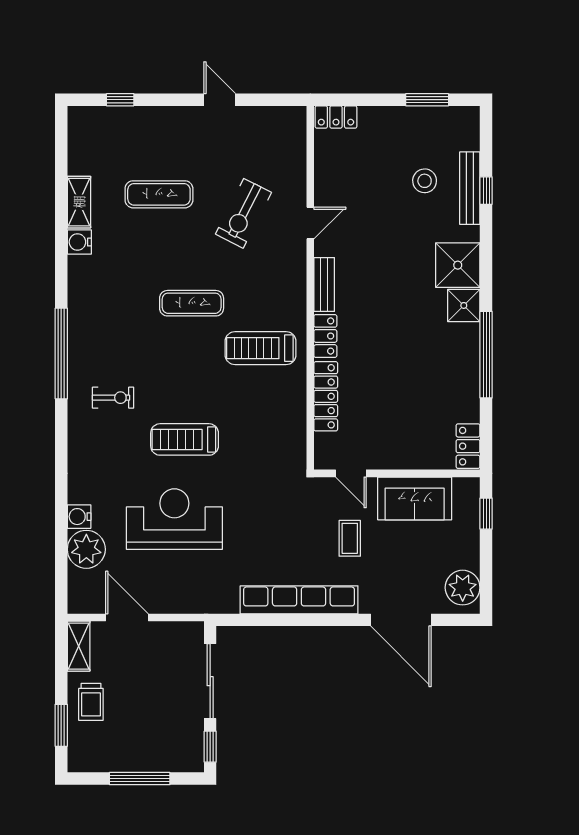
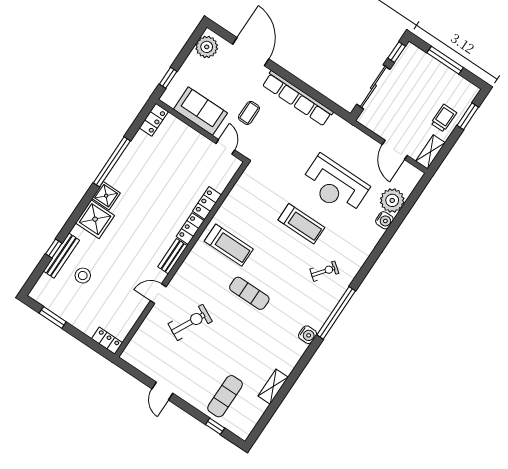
exercise mat: (159, 194) -> (225, 396), moved, turned 90
water cooler: (79, 242) -> (308, 335), moved
locker: (326, 396) -> (207, 203), width x0.66
exercise bike: (113, 398) -> (324, 271), turned 128

